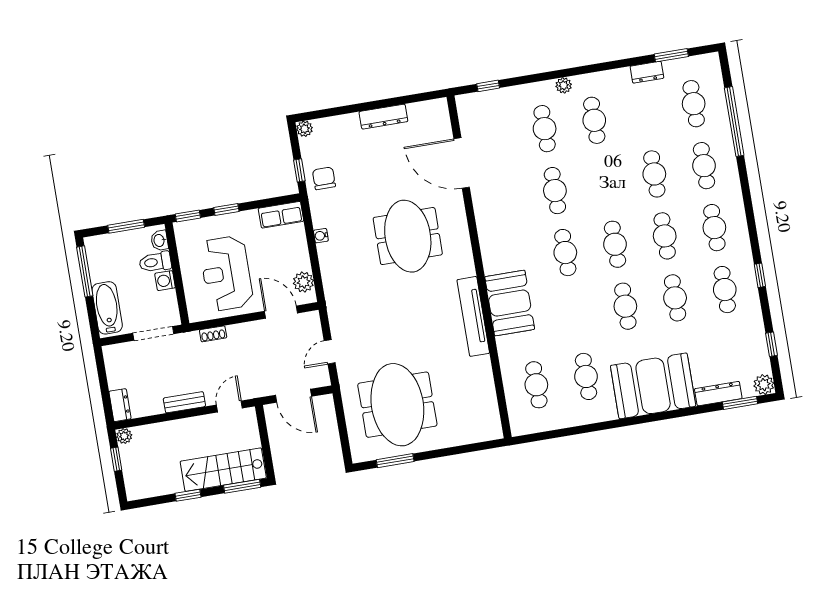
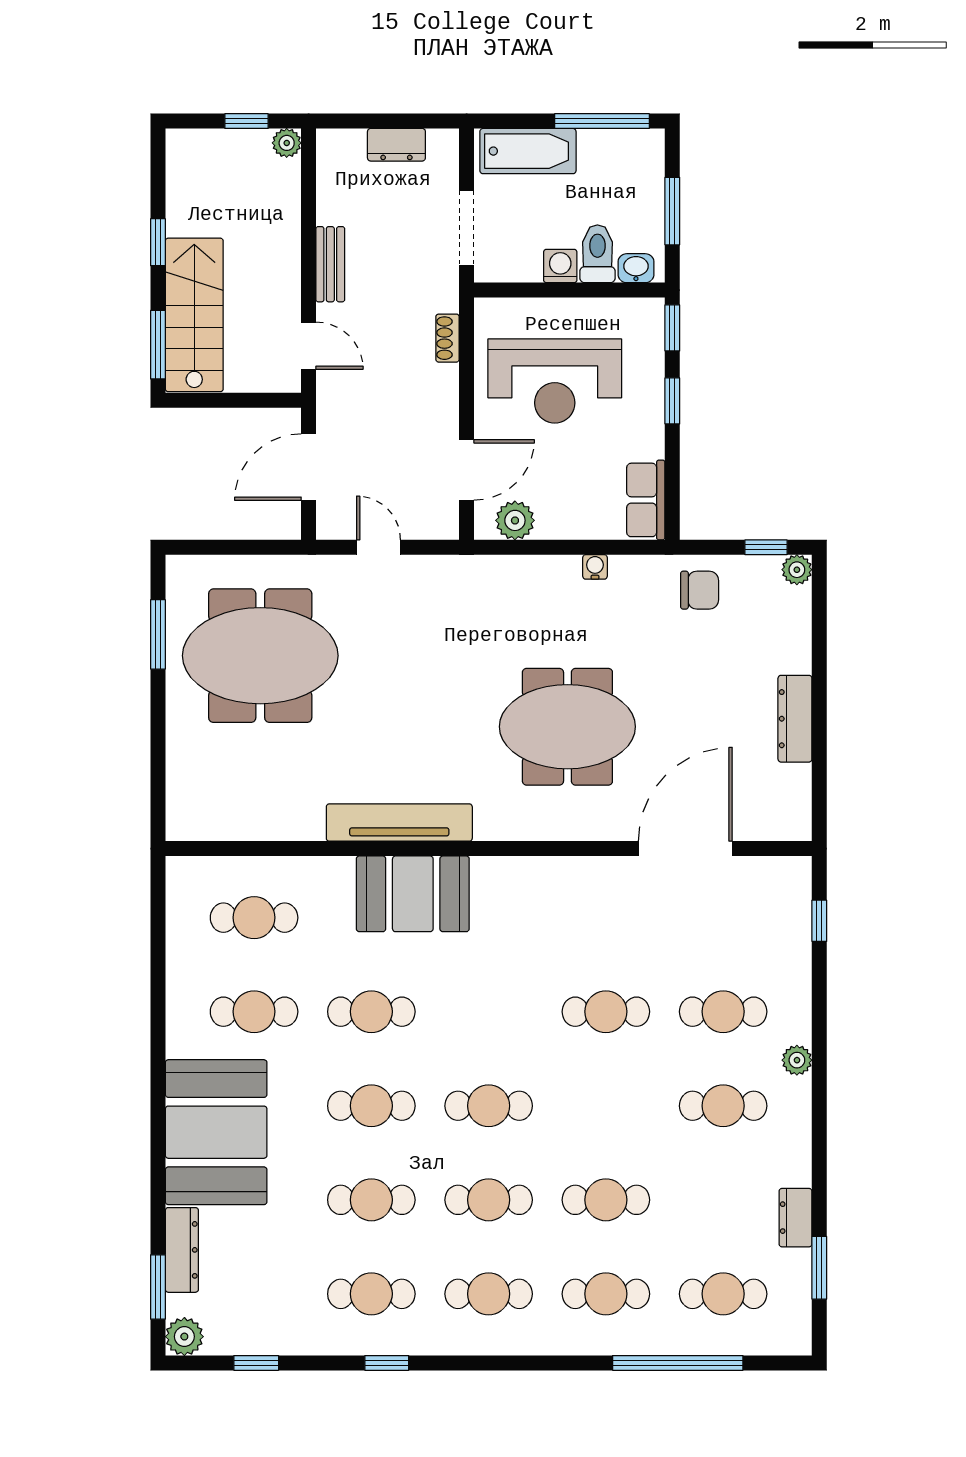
window: (299, 170) -> (766, 547), moved
cafe table: (565, 253) -> (371, 1012), moved
reception desk: (226, 273) -> (555, 381), turned 180
dresser: (120, 405) -> (396, 145), moved

